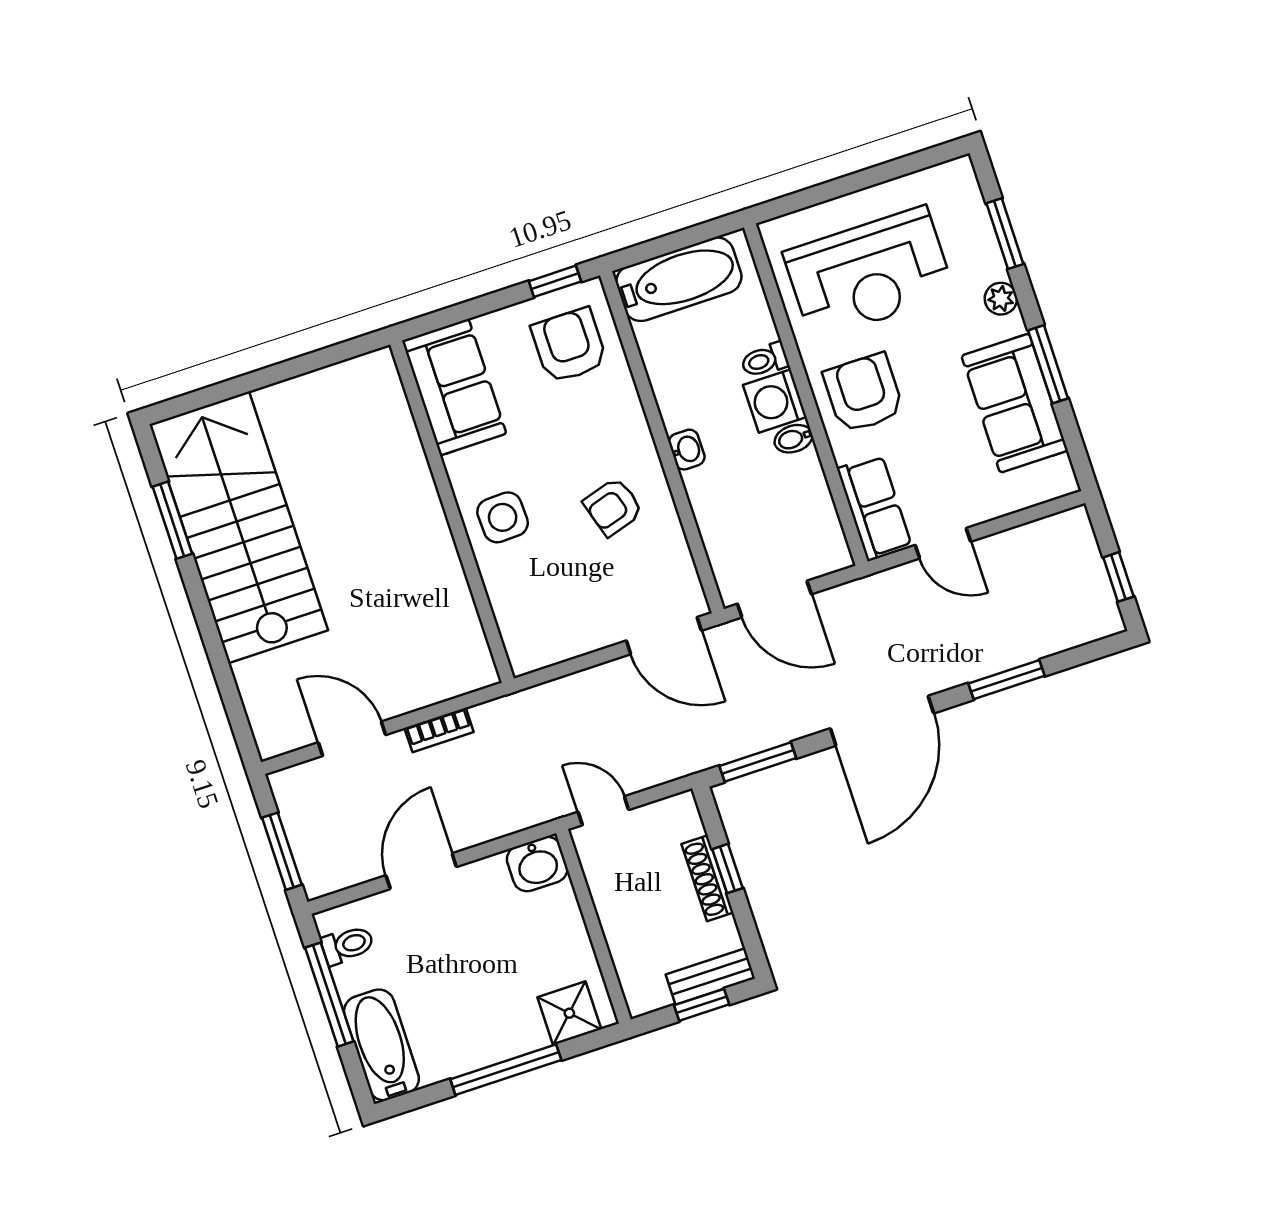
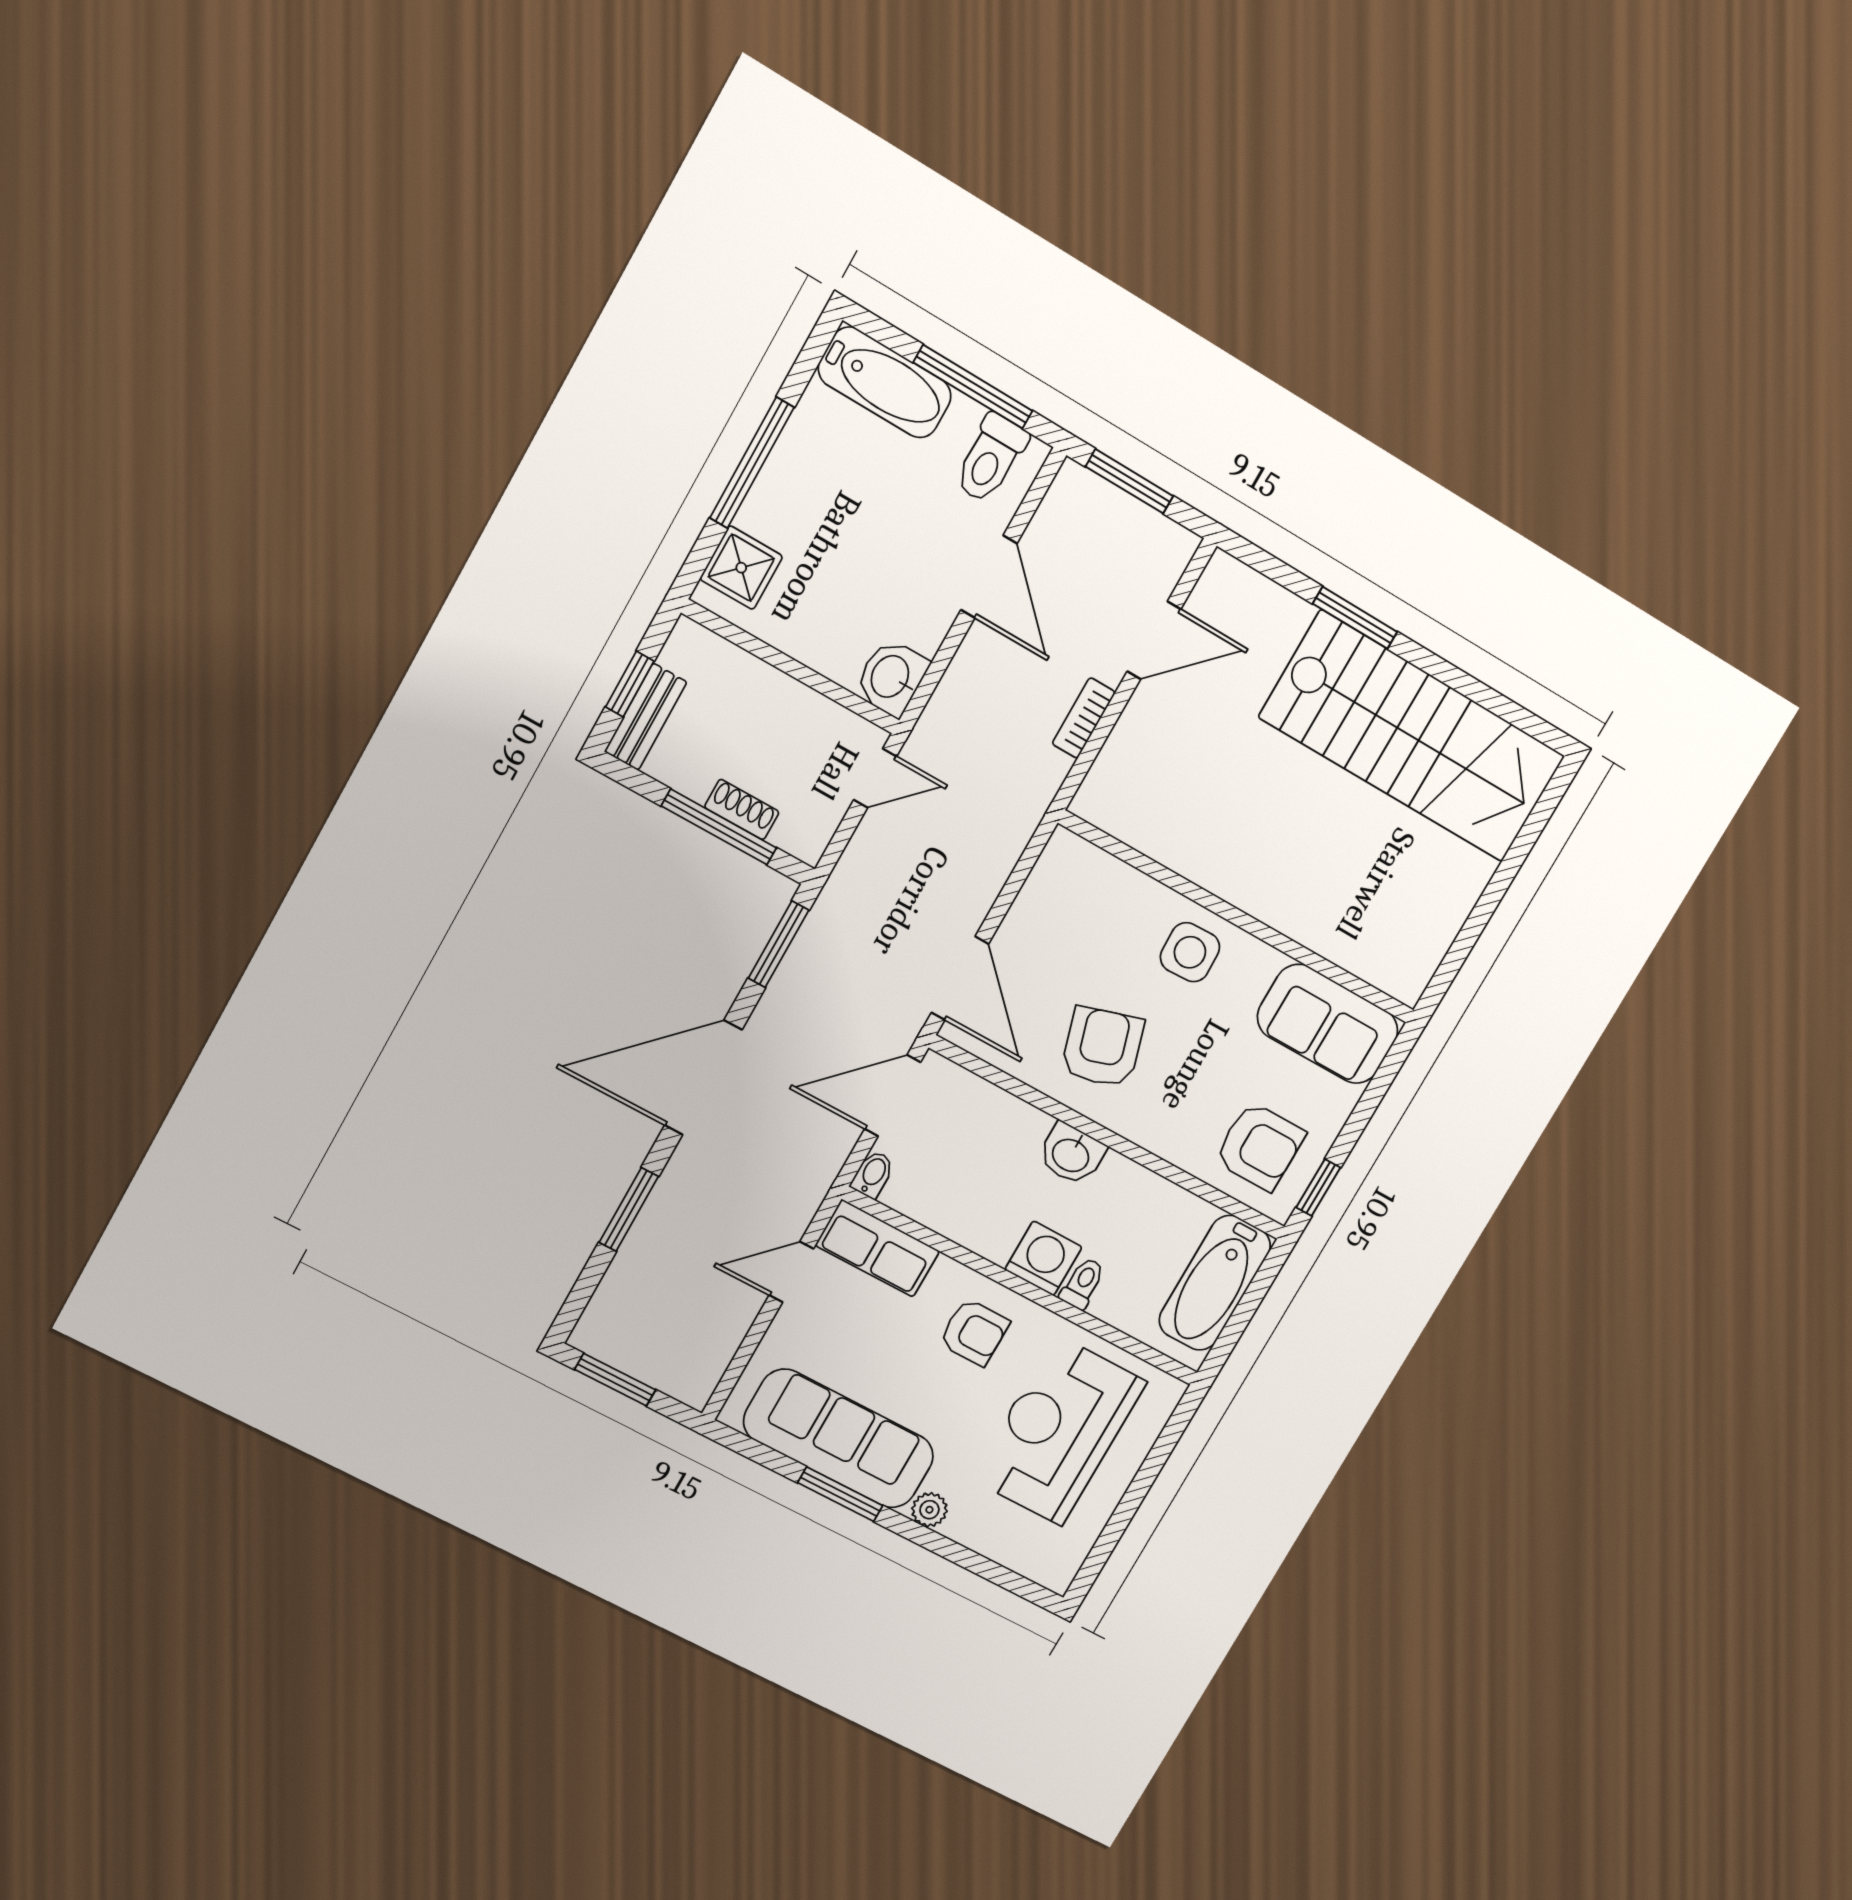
window: (1005, 234) -> (975, 1563), removed
armchair: (863, 393) -> (974, 1332), width x0.72, depth x0.72
sofa: (1015, 403) -> (839, 1439), width x1.36
bidet: (794, 439) -> (873, 1174), moved
washbasin: (687, 450) -> (1071, 1154), width x1.38, depth x1.45
armchair: (613, 507) -> (1102, 1047), width x1.38, depth x1.38
window: (172, 520) -> (1355, 618), moved
window: (1118, 577) -> (615, 1380), width x1.50
door: (664, 636) -> (960, 978), swing flipped
door: (882, 721) -> (703, 1077), hinge flipped
window: (728, 869) -> (719, 827), width x2.17
shoe rack: (707, 878) -> (742, 809), width x0.70
toilet: (347, 945) -> (991, 458), width x1.37, depth x1.39

